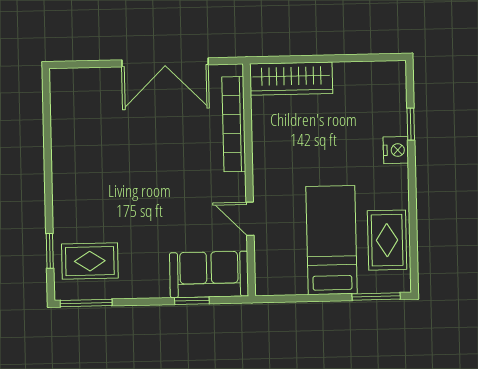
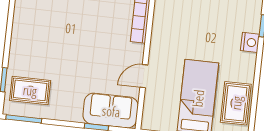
door: (250, 219) -> (144, 76), hinge flipped

